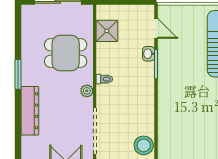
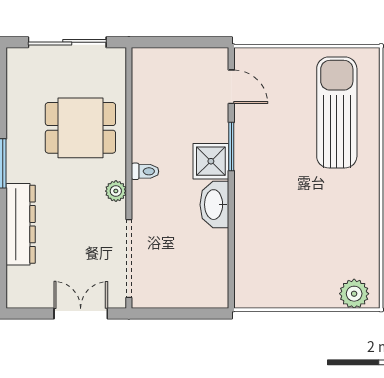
shower: (107, 31) -> (211, 161), moved
washbasin: (149, 54) -> (214, 205), moved, width x1.91, depth x1.45
stool: (144, 145) -> (211, 282), removed

